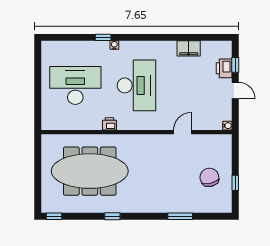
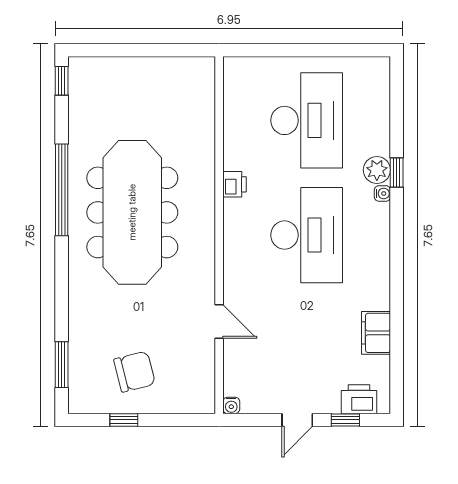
plant: (102, 48) -> (377, 170), added
printer: (224, 68) -> (359, 399), moved
desk: (136, 85) -> (307, 235), turned -90
meeting table: (90, 171) -> (132, 212), moved
window: (112, 216) -> (62, 190), width x3.17
window: (180, 216) -> (62, 365), moved

